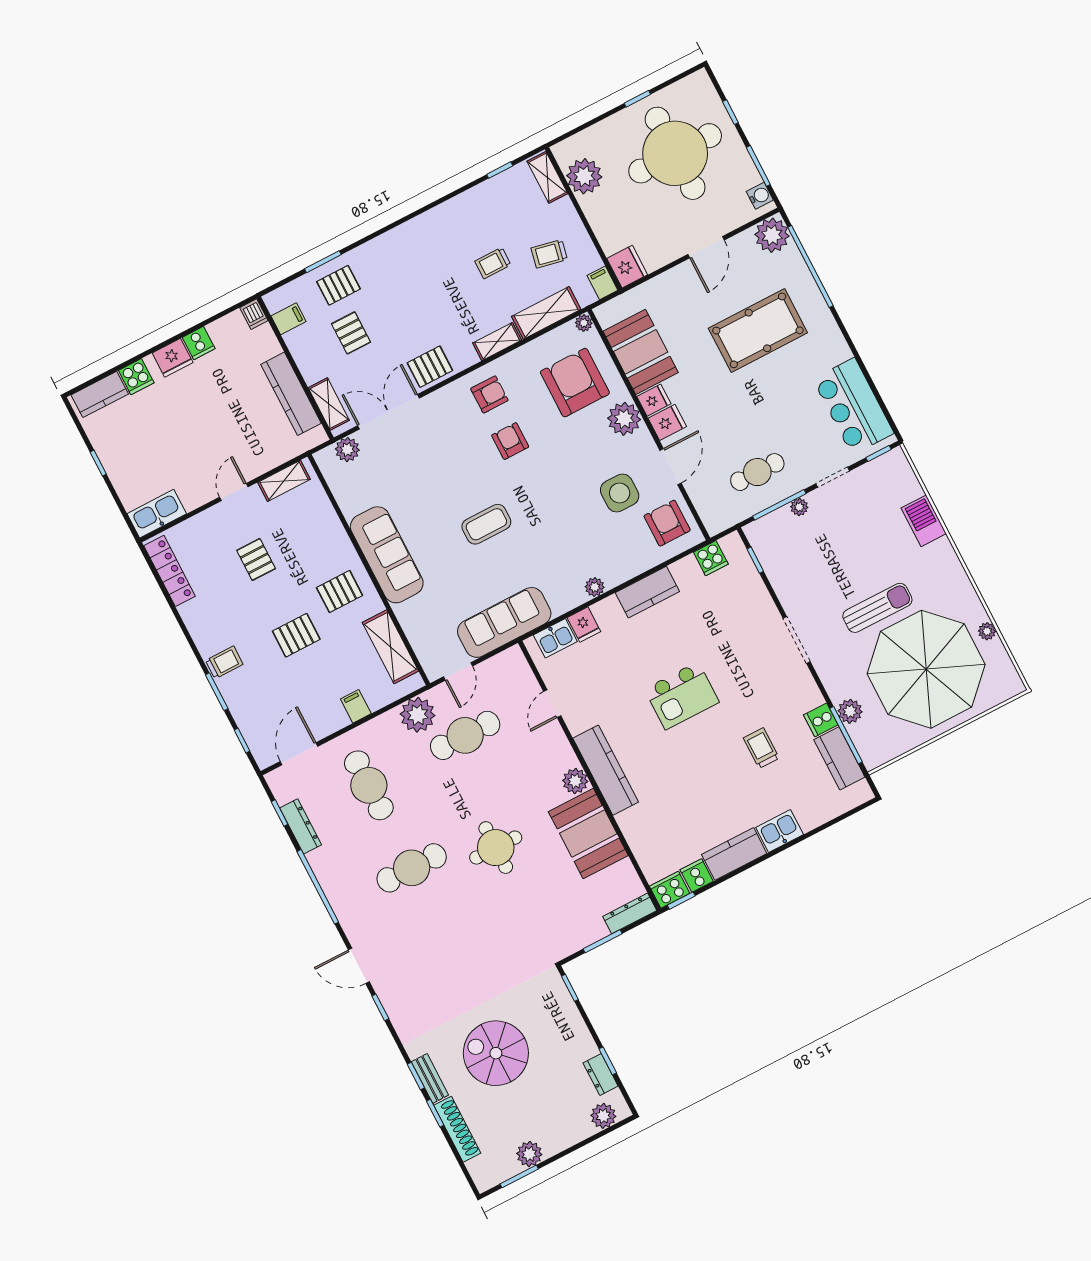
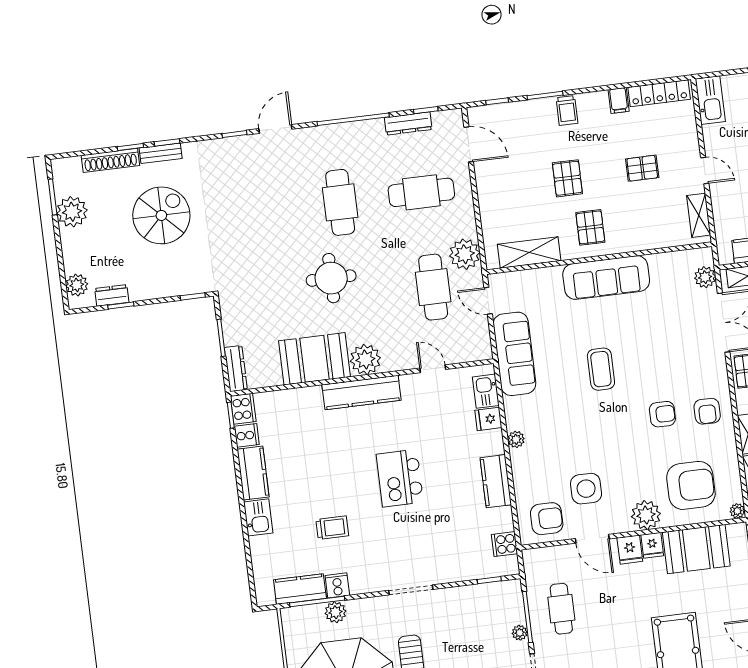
filing cabinet: (356, 706) -> (619, 100), moved, turned 90
plant: (575, 781) -> (365, 359), width x1.36, depth x1.36
plant: (529, 1154) -> (72, 212), width x1.36, depth x1.36

